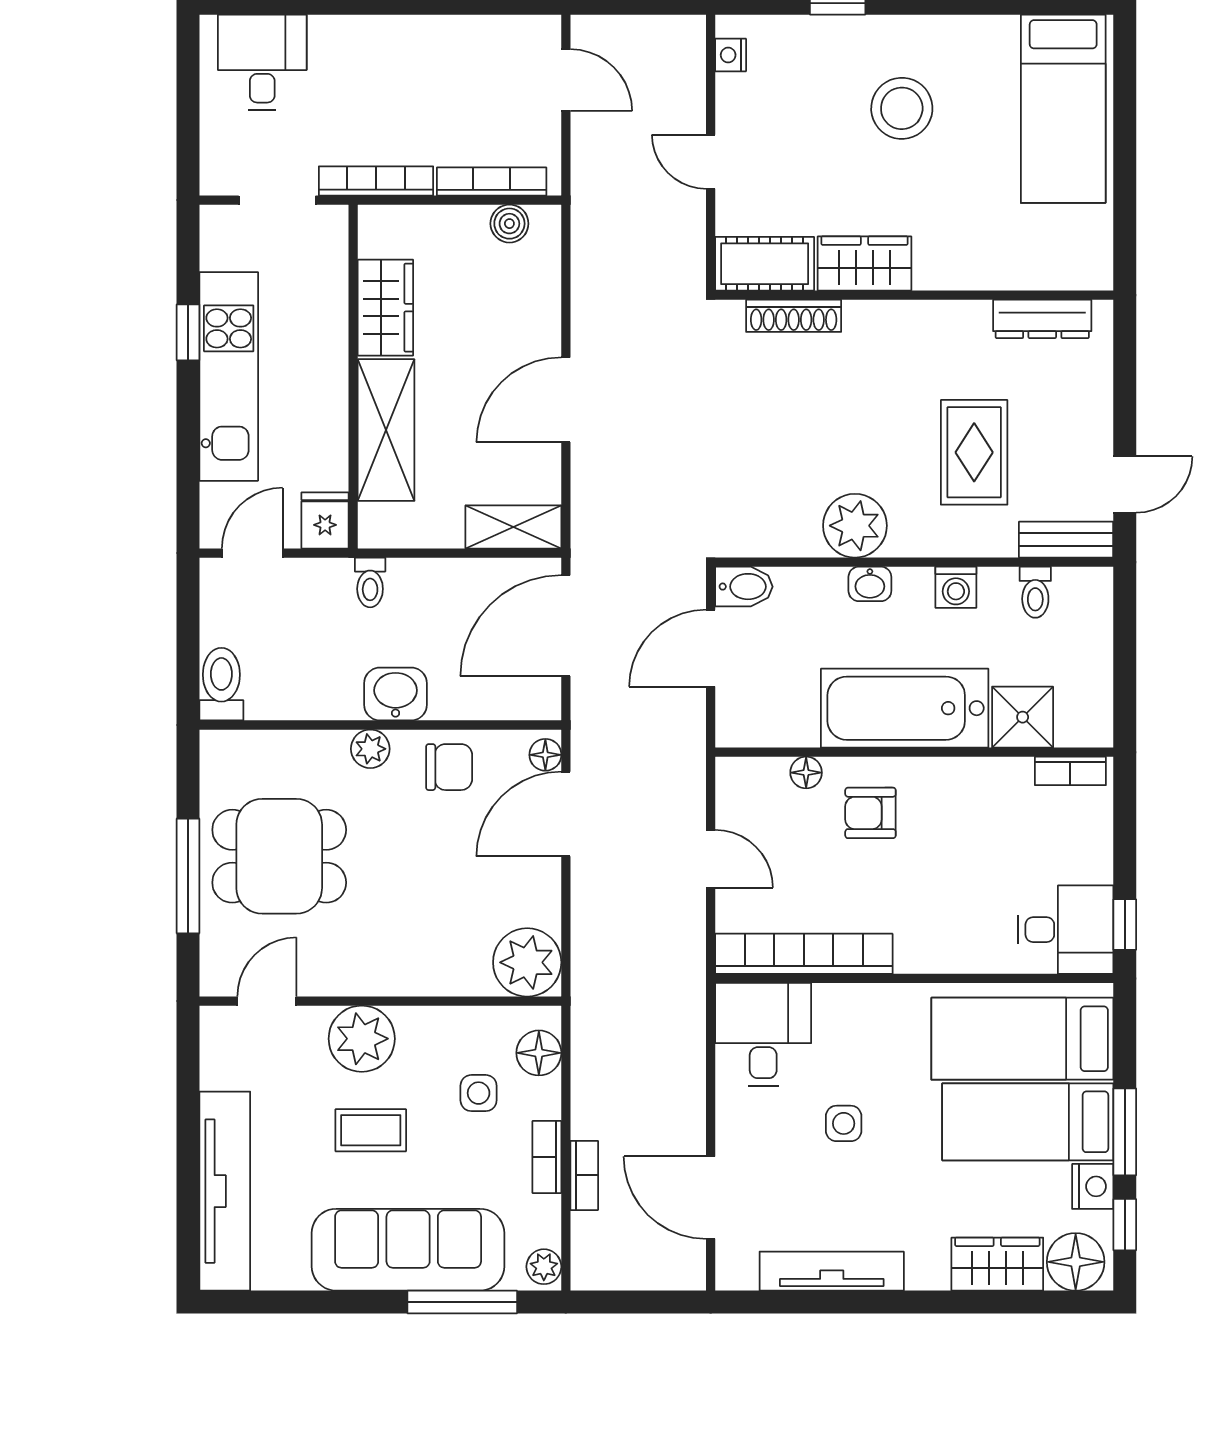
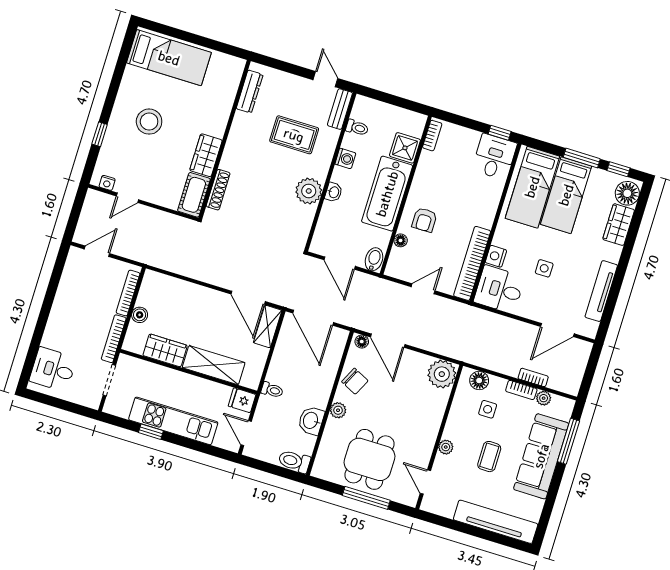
door: (711, 162) -> (127, 198), moved
boiler: (509, 224) -> (140, 315), moved
door: (566, 400) -> (248, 298), moved
bidet: (744, 587) -> (374, 259), moved
washbasin: (396, 694) -> (311, 421), moved
chair: (449, 767) -> (355, 381), turned 116
plant: (362, 1039) -> (446, 447), width x0.53, depth x0.53
nightstand: (1093, 1186) -> (496, 256), moved, turned -90
plant: (544, 1267) -> (544, 398), moved

